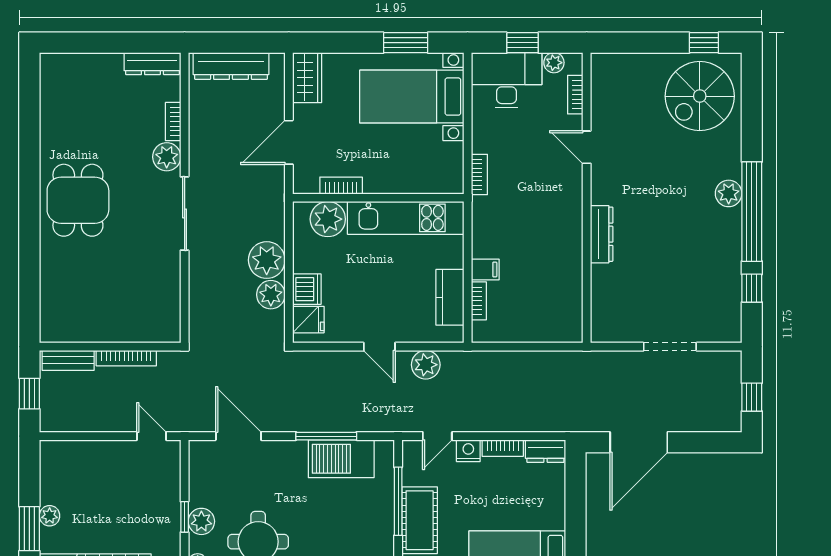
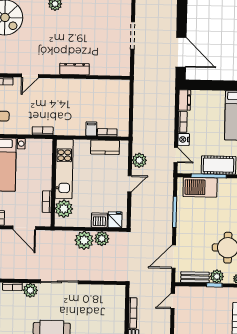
barbecue: (341, 459) -> (200, 187), moved, turned 90
bench: (199, 479) -> (195, 277), added

